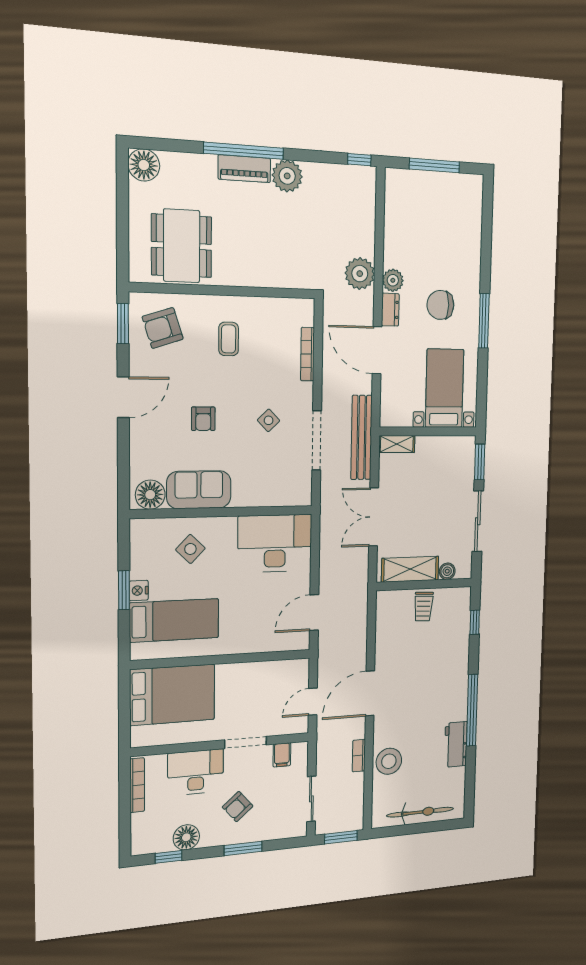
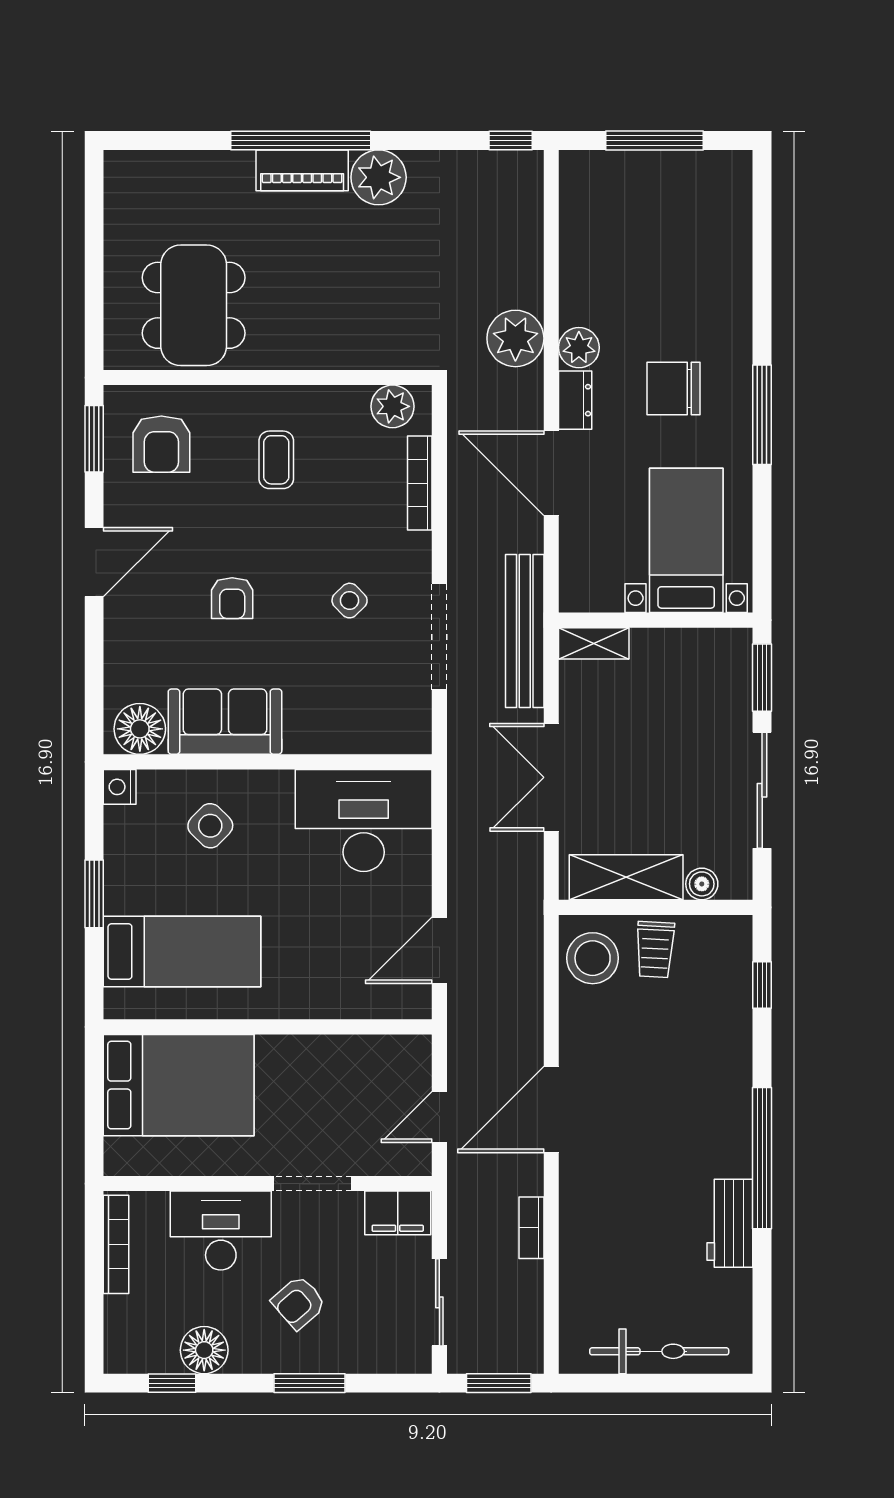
floor lamp: (144, 165) -> (130, 176), removed
plant: (293, 310) -> (392, 406), added
armchair: (163, 328) -> (161, 444), turned -72
nightstand: (139, 591) -> (120, 787), moved
filing cabinet: (282, 755) -> (398, 1213), width x2.00
stool: (389, 761) -> (593, 958), moved

